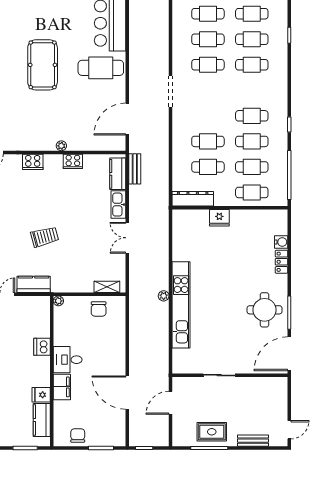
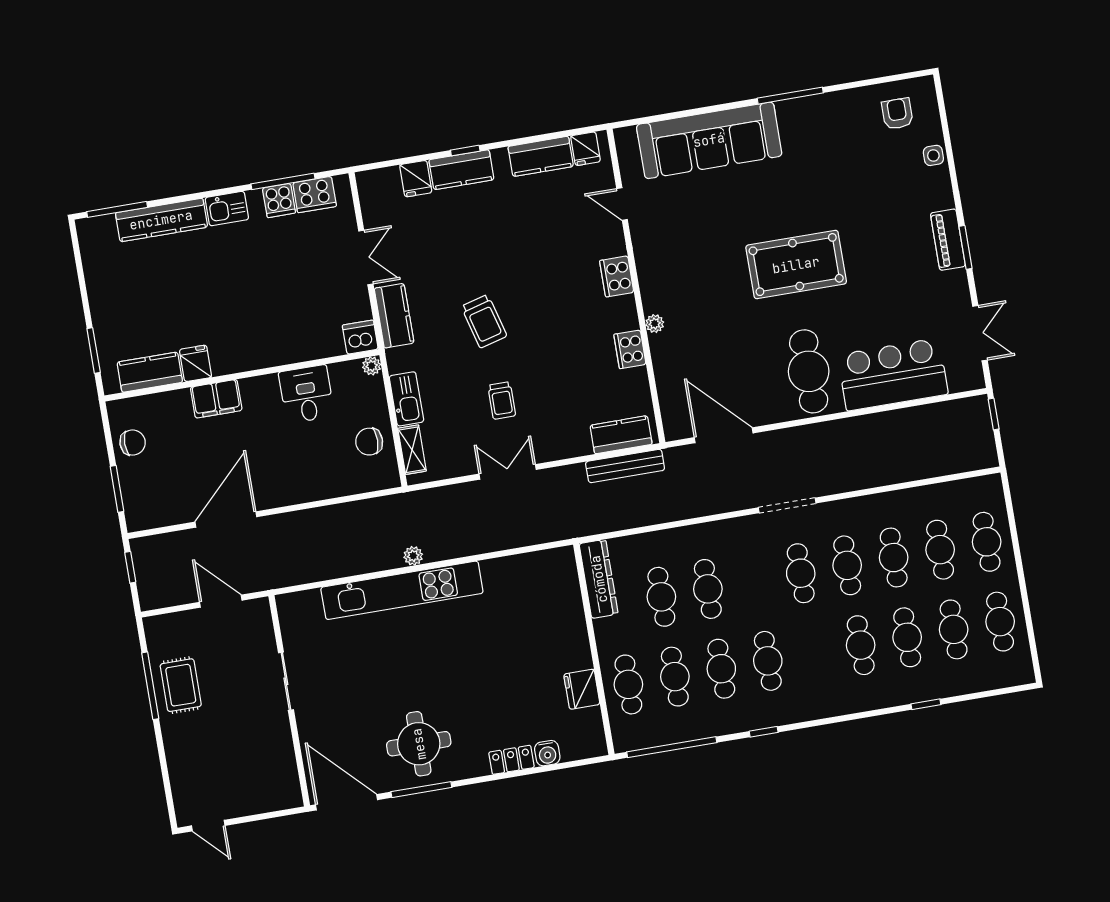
cafe table: (208, 90) -> (801, 573), added
bench: (135, 169) -> (625, 466), width x1.36
kitchen sink: (118, 205) -> (406, 399), moved, turned 90
fridge: (219, 218) -> (582, 689), moved
trolley: (89, 234) -> (502, 401), added
dishwasher: (42, 347) -> (360, 337), moved
desk: (68, 360) -> (306, 394), moved
bench: (253, 441) -> (177, 763), removed

